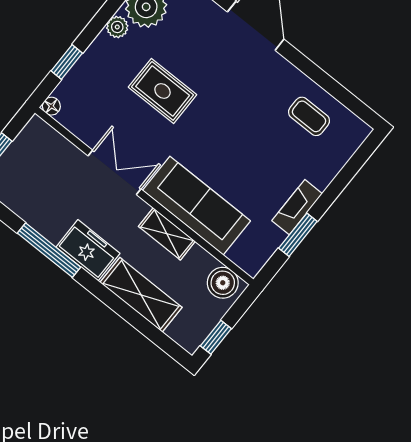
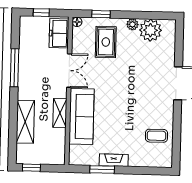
rug: (163, 91) -> (106, 42), moved
coffee table: (309, 116) -> (156, 136), turned 90
freezer: (88, 250) -> (59, 33), moved, turned 180
boiler: (223, 283) -> (57, 153), removed

